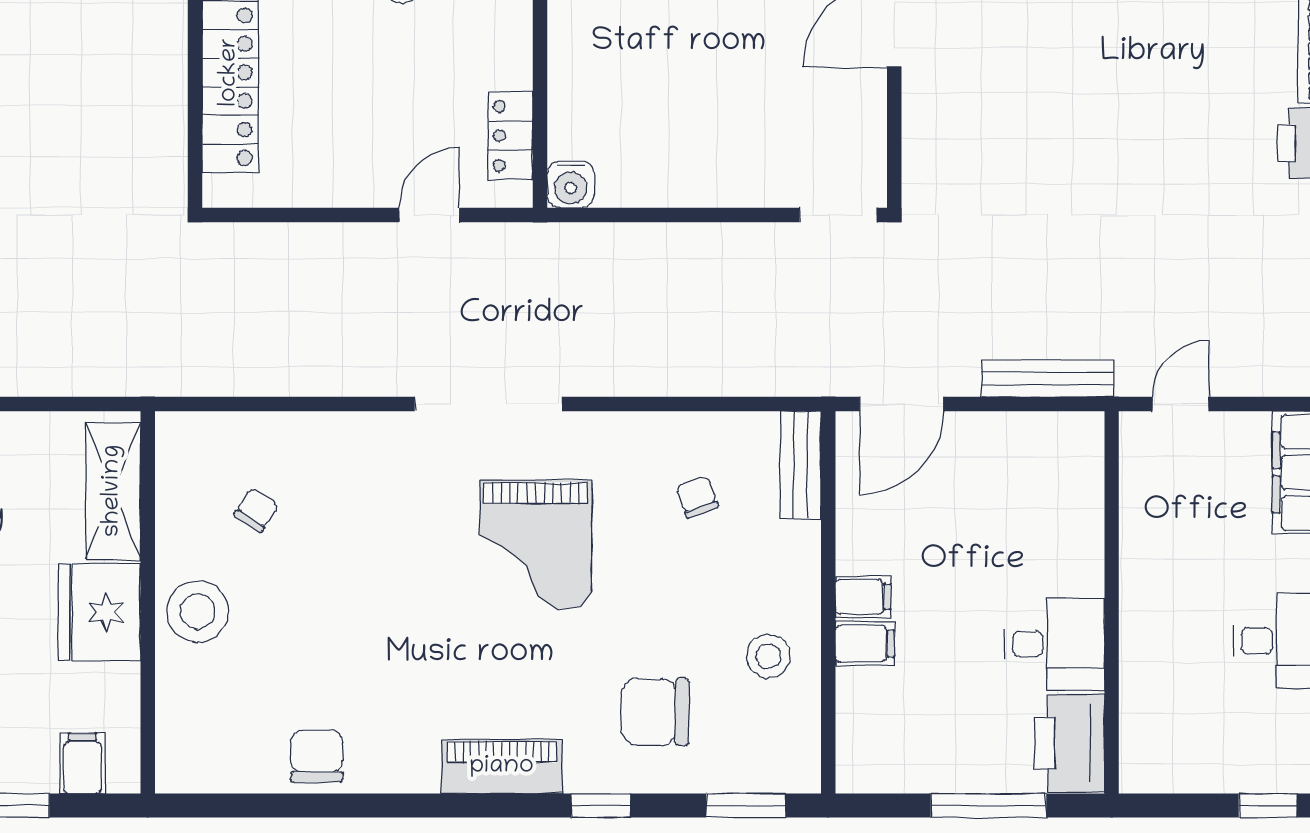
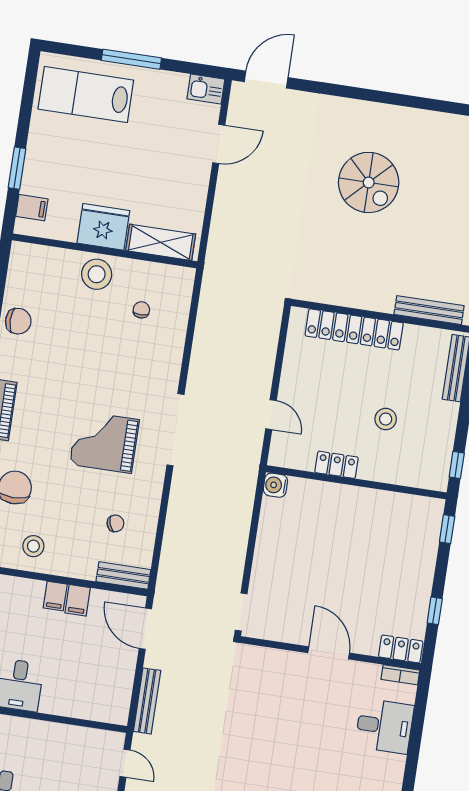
locker: (511, 136) -> (337, 465), moved
chair: (256, 510) -> (141, 310), turned -122
filing cabinet: (865, 644) -> (78, 600), moved

